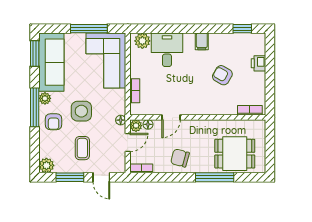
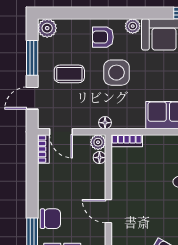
bookcase: (135, 91) -> (127, 141), moved
window: (35, 107) -> (121, 13), removed
door: (171, 117) -> (108, 211), moved
door: (128, 142) -> (61, 132), moved
chair: (180, 158) -> (50, 219), moved, turned 75

